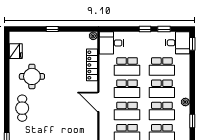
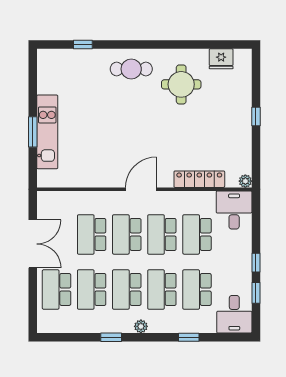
window: (192, 44) -> (189, 337), moved

